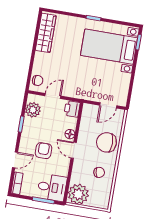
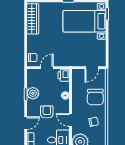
plant: (33, 110) -> (33, 93), moved
chair: (106, 142) -> (95, 97), turned -90
door: (74, 150) -> (70, 120), moved

